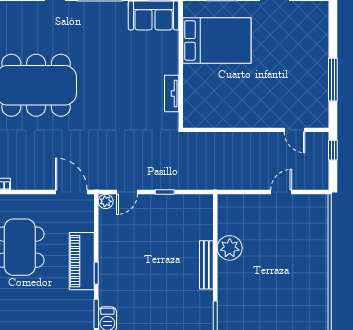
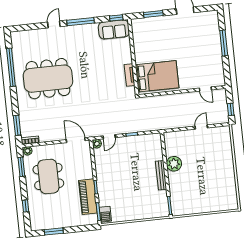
bed: (217, 40) -> (157, 76), moved
window: (333, 80) -> (224, 43), moved
window: (333, 150) -> (231, 109), moved
piano: (82, 261) -> (88, 197), moved

